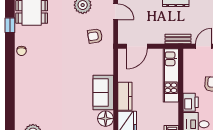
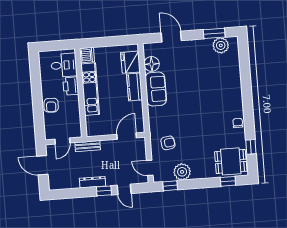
kitchen unit: (171, 75) -> (90, 89), moved

